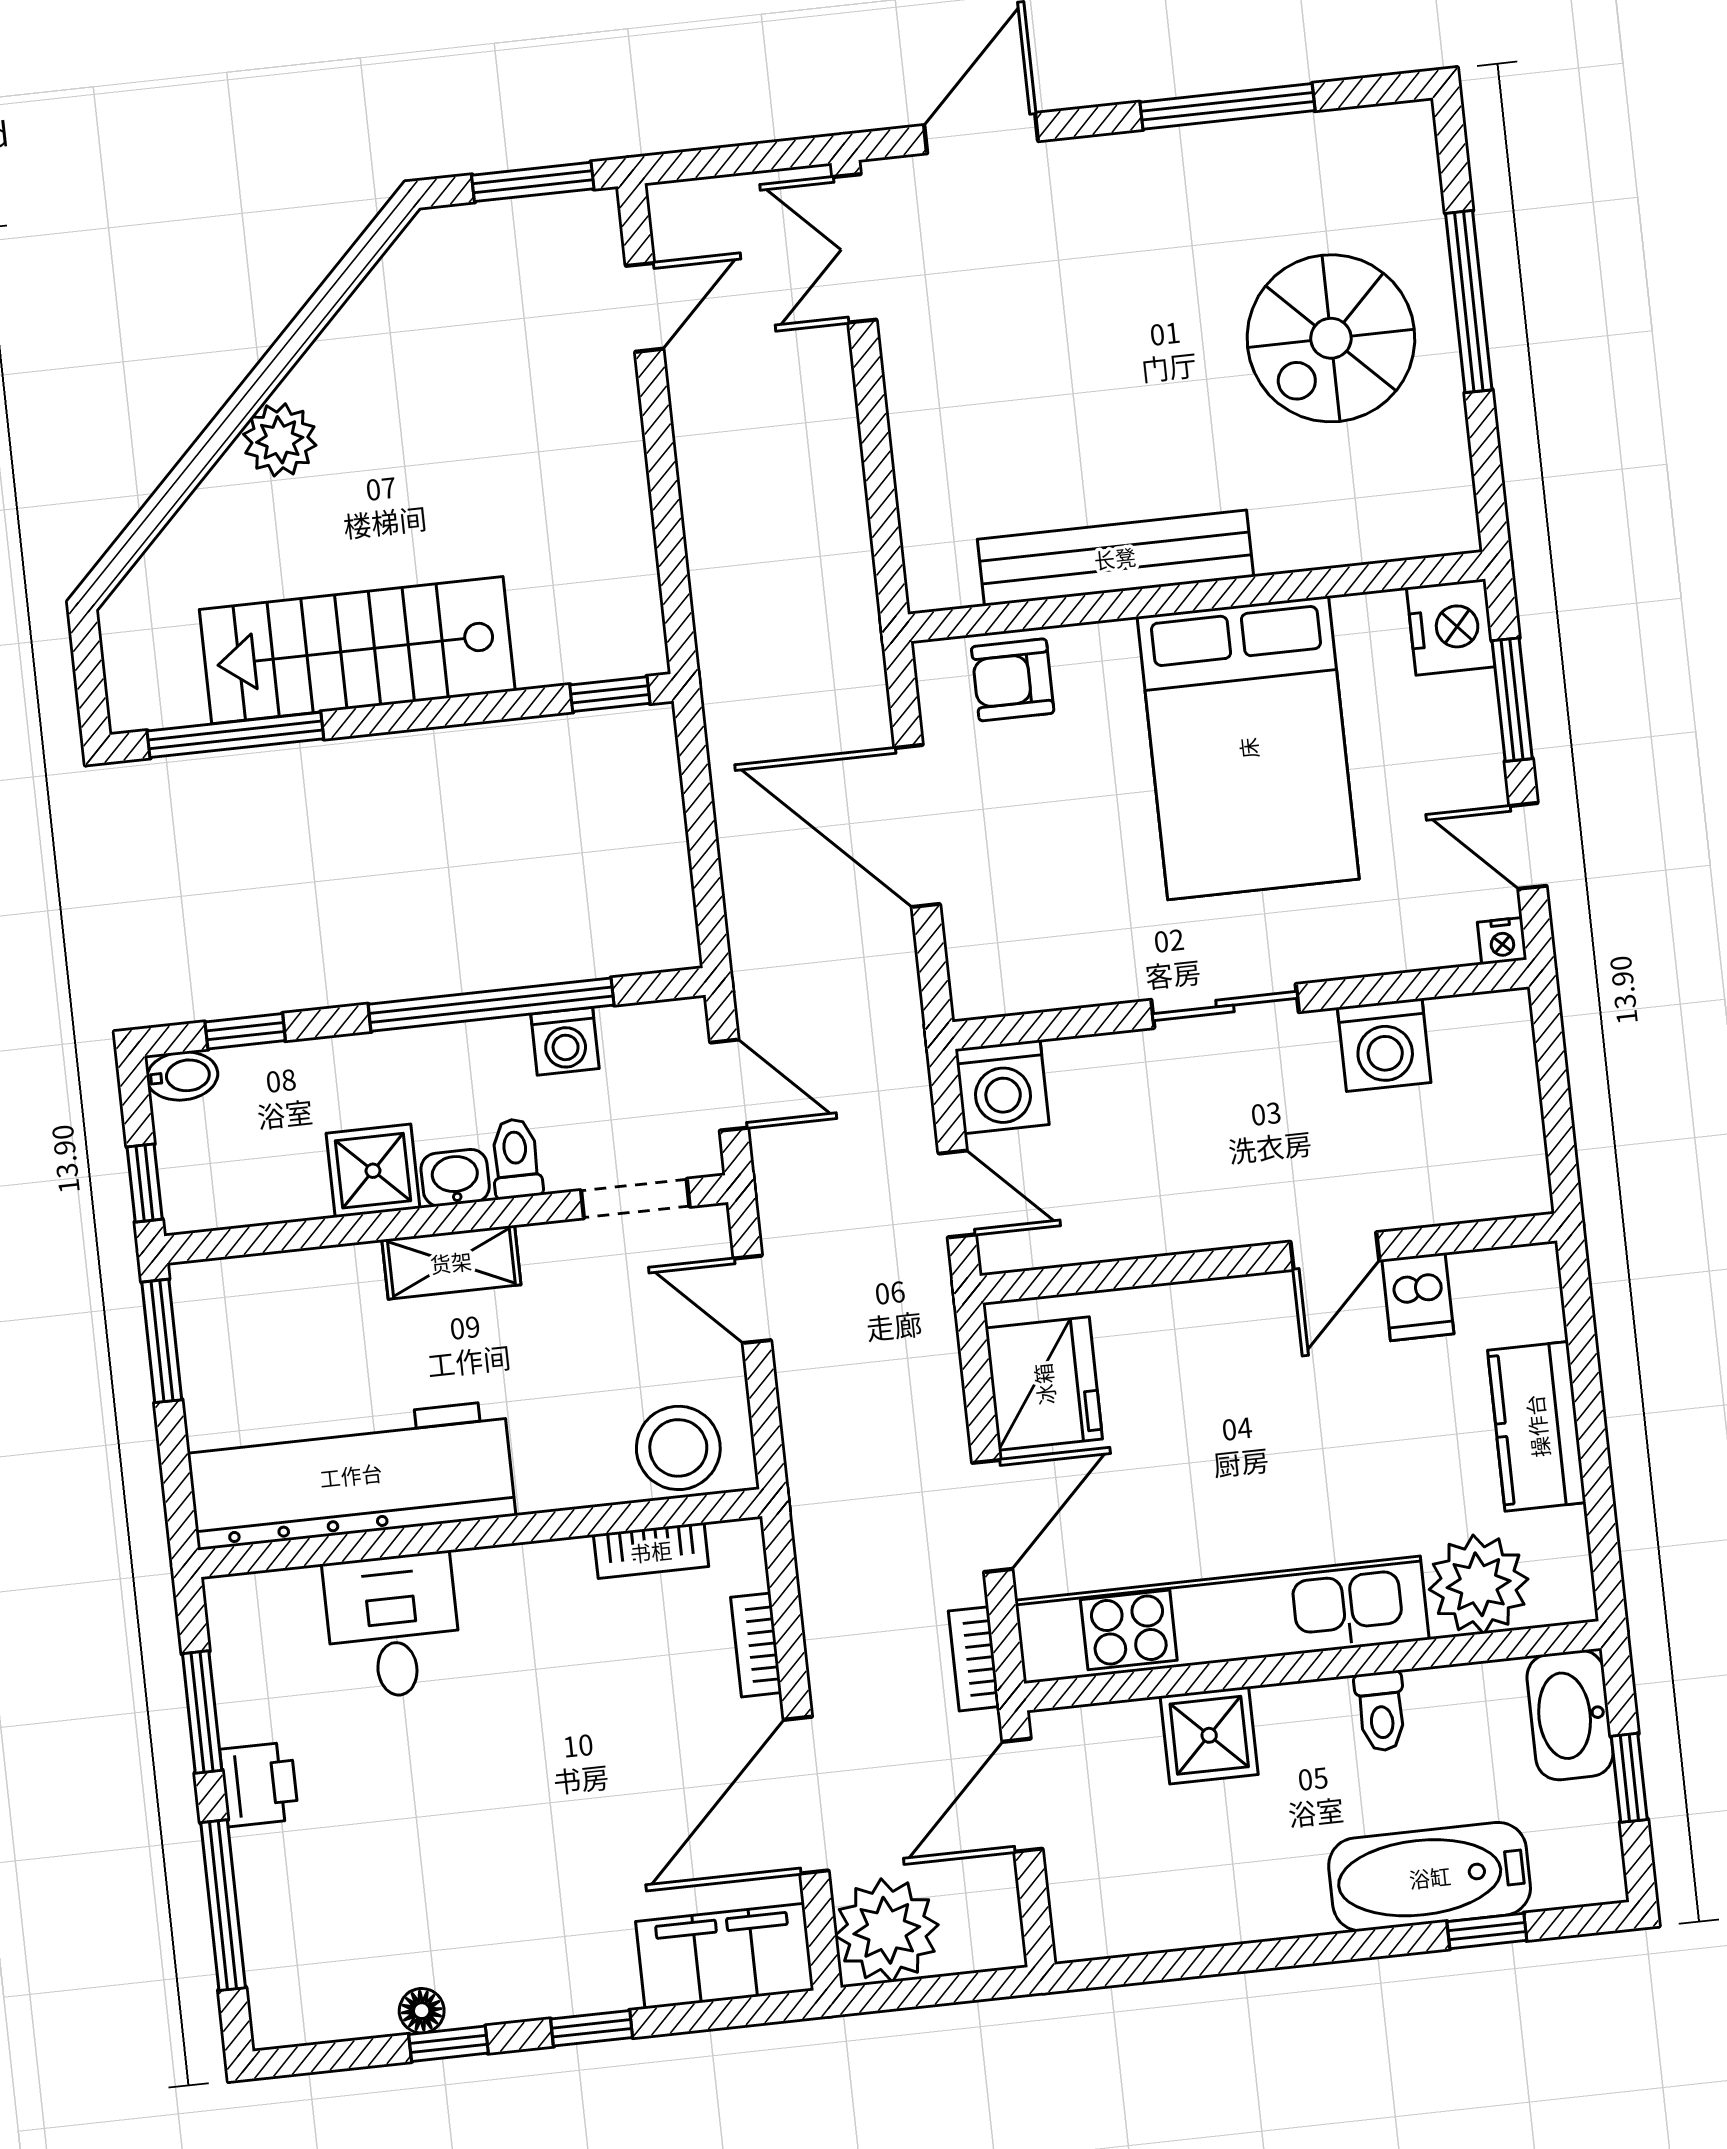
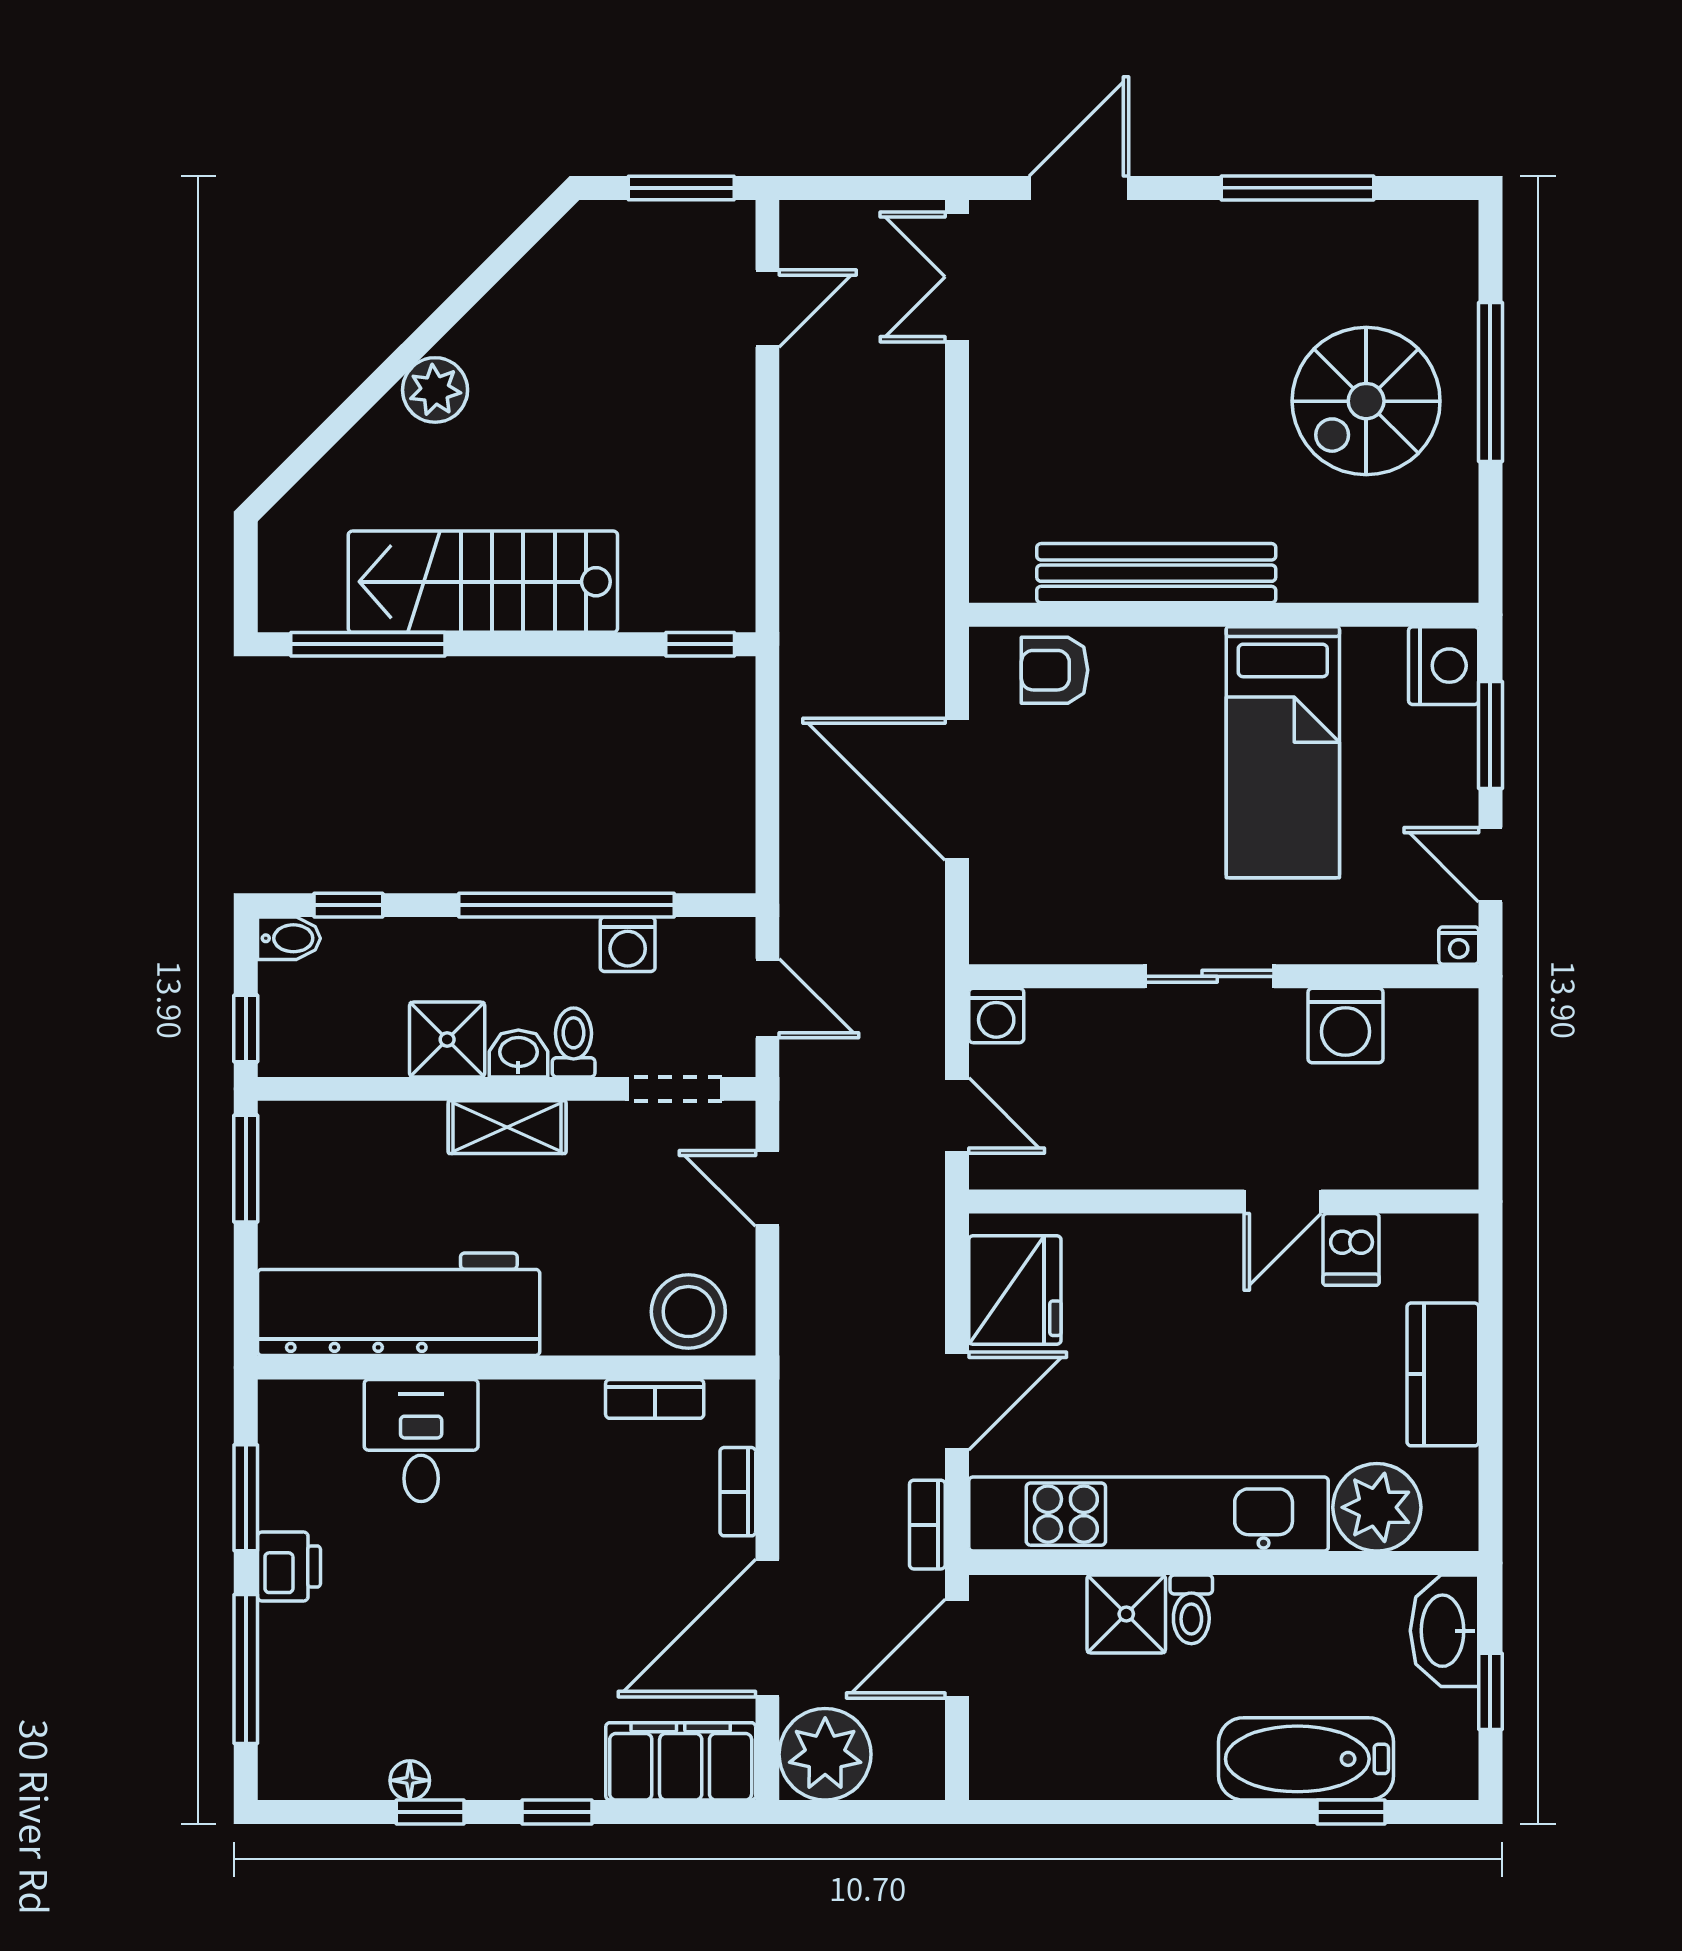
bed: (1248, 748) -> (1283, 752), width x0.67
washing machine: (1002, 1087) -> (996, 1015), width x0.73, depth x0.73
toilet: (1381, 1711) -> (1191, 1609), moved

